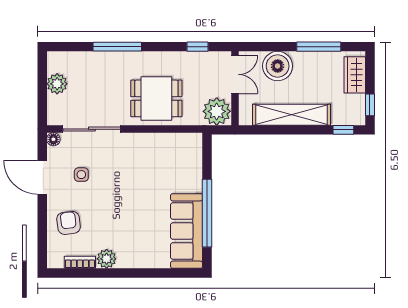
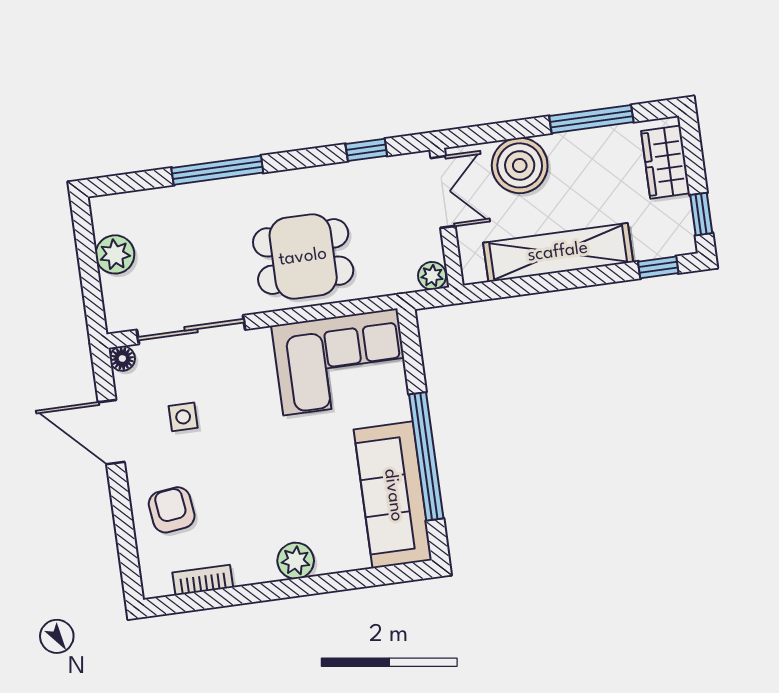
plant: (217, 111) -> (432, 276), width x0.53, depth x0.53
corner sofa: (168, 157) -> (340, 362), added
plant: (107, 259) -> (296, 561), moved

